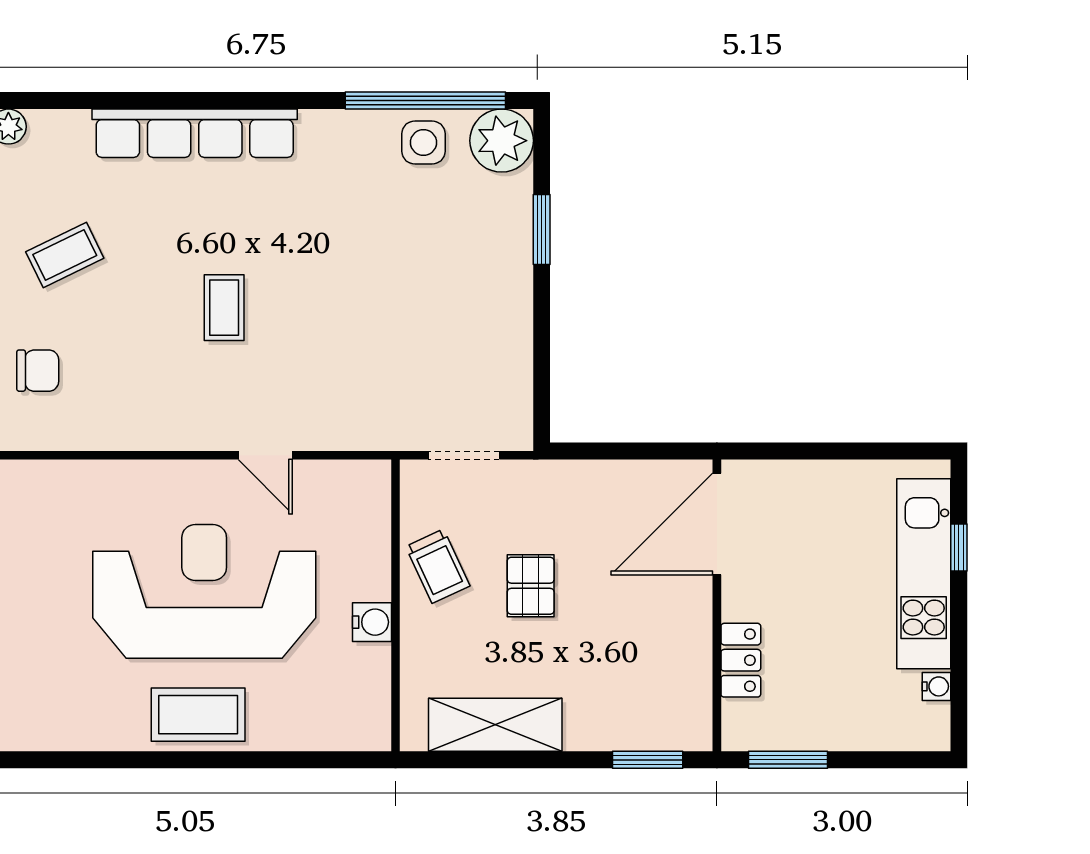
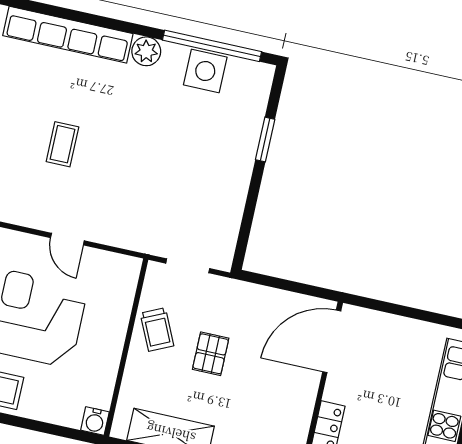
plant: (502, 141) -> (146, 51), moved, width x0.73, depth x0.73
side table: (423, 142) -> (205, 71), width x1.37, depth x1.37
water cooler: (372, 622) -> (95, 421), moved, turned 90

